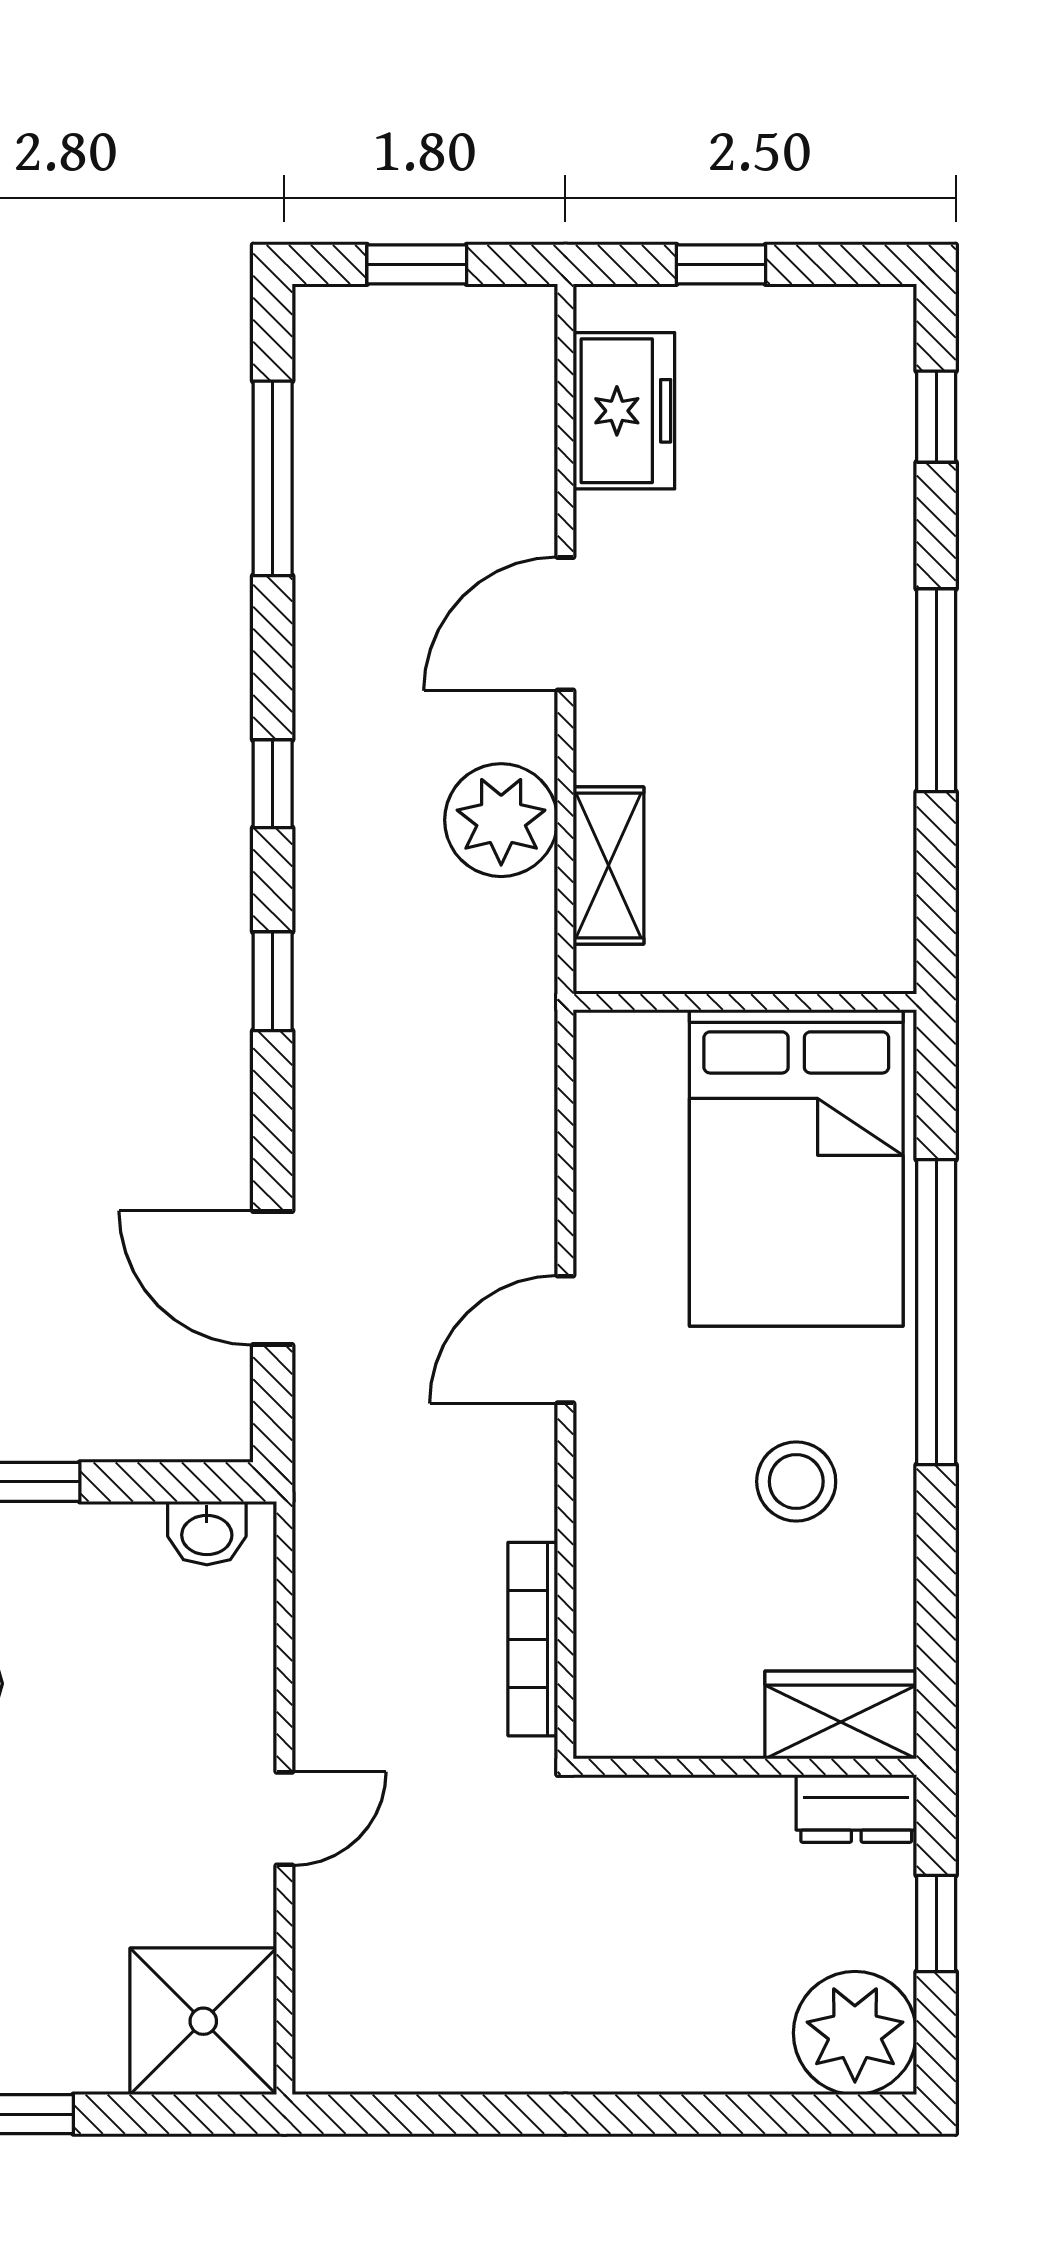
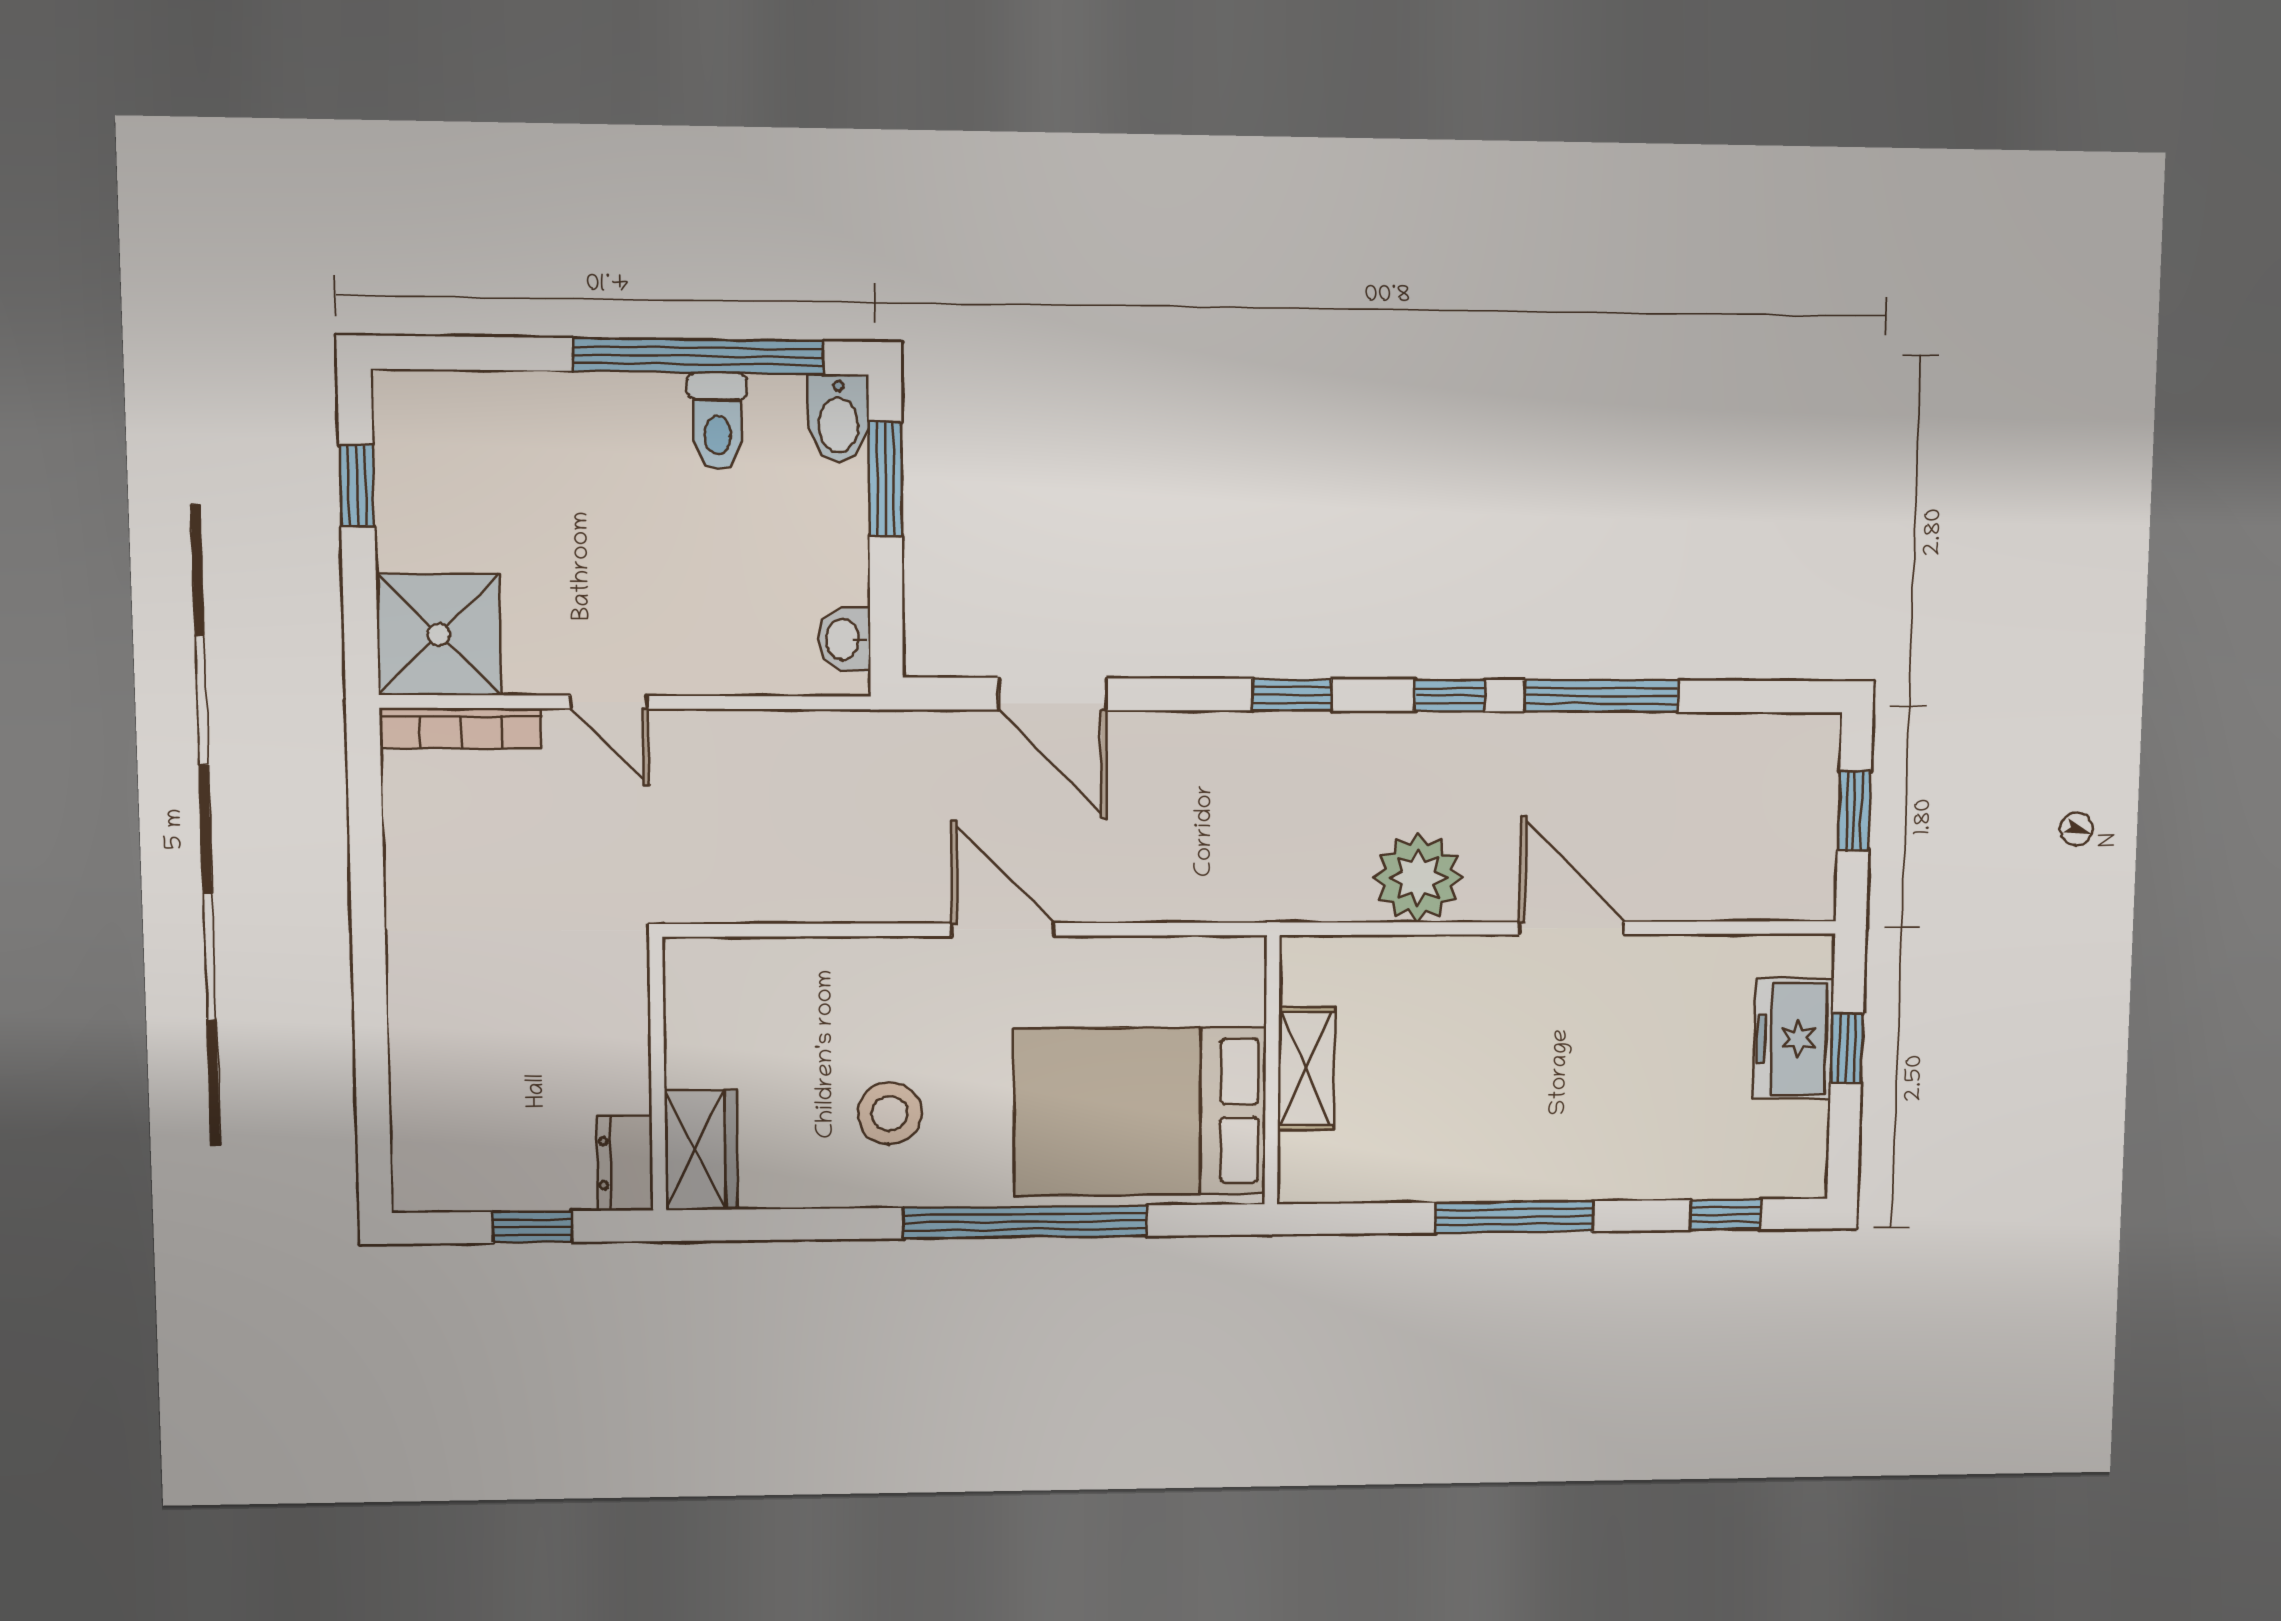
freezer: (624, 411) -> (1793, 1038), moved, turned 90
window: (273, 478) -> (1602, 696), moved
shelving: (608, 865) -> (1306, 1069), moved, turned 90
door: (273, 1278) -> (1053, 694), swing flipped
bookcase: (533, 1639) -> (461, 728), moved, turned 180
plant: (855, 2033) -> (441, 1164), removed

